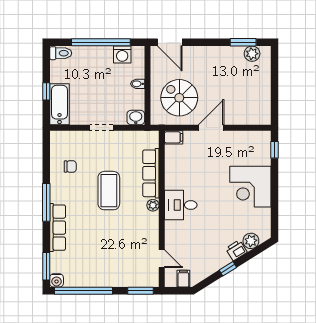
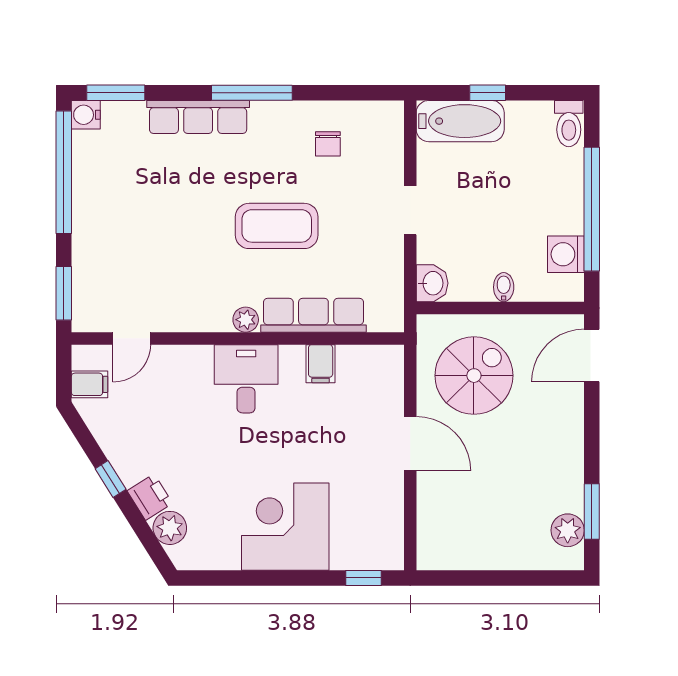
filing cabinet: (174, 137) -> (321, 364), moved

